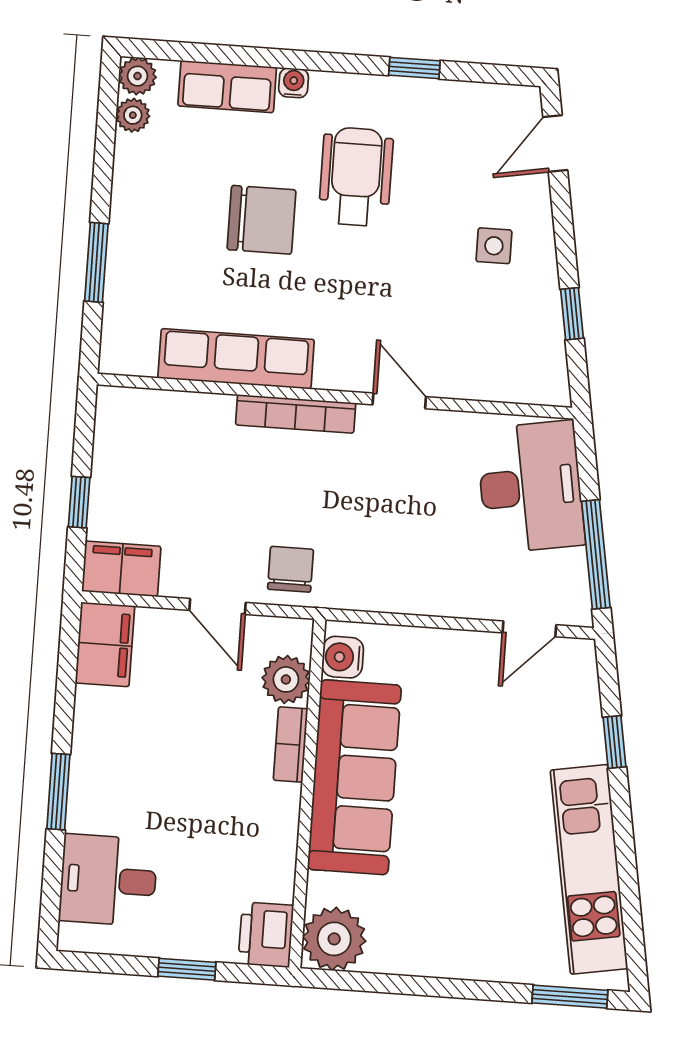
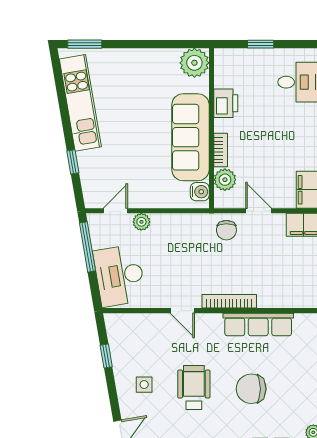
wheelchair: (356, 177) -> (194, 388), moved, turned 180
plant: (474, 601) -> (141, 222), added
printer: (266, 935) -> (226, 103), moved

